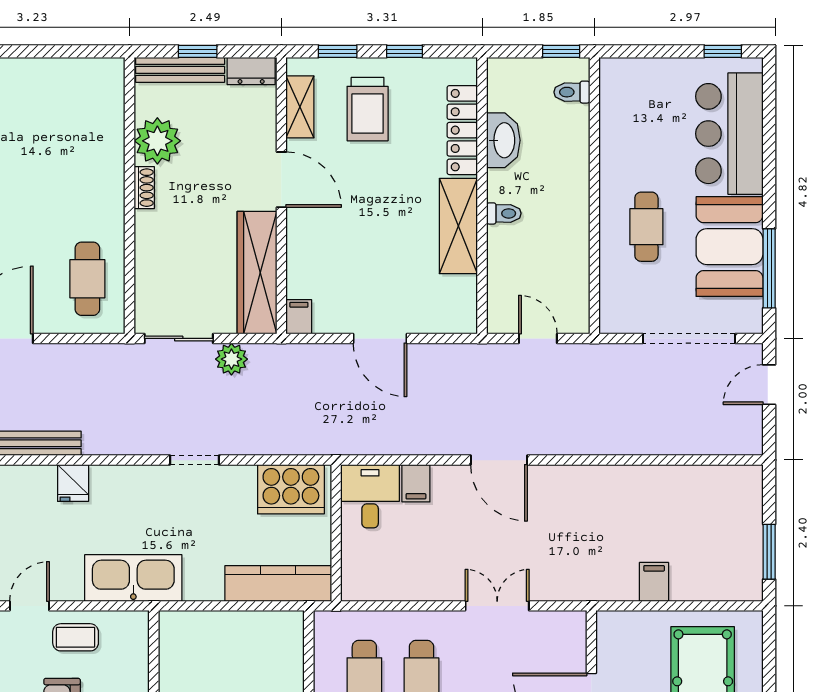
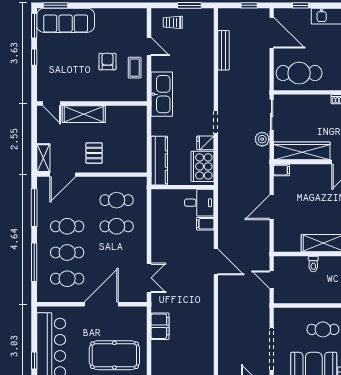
toilet: (504, 213) -> (313, 264), moved
cafe table: (87, 279) -> (299, 73), width x1.37, depth x1.35
door: (538, 338) -> (272, 280), swing flipped
door: (499, 460) -> (216, 262), swing flipped
fridge: (73, 483) -> (205, 143), moved
filing cabinet: (654, 582) -> (160, 326), width x2.00
double door: (497, 606) -> (149, 278), moved

